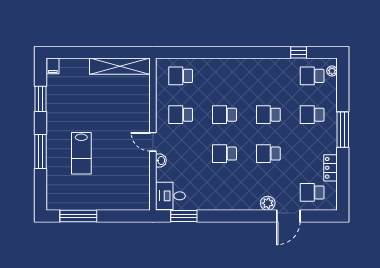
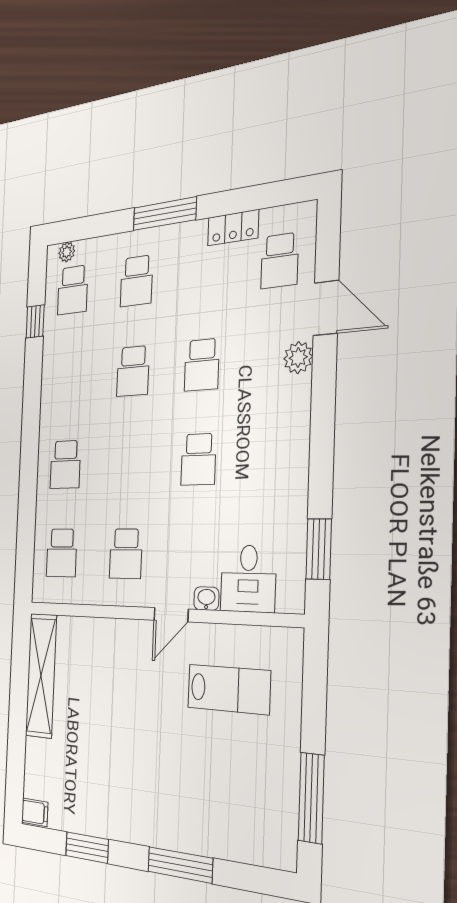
school desk: (225, 115) -> (65, 464), moved
lab bench: (81, 153) -> (229, 689), moved
desk: (170, 196) -> (248, 579), moved

